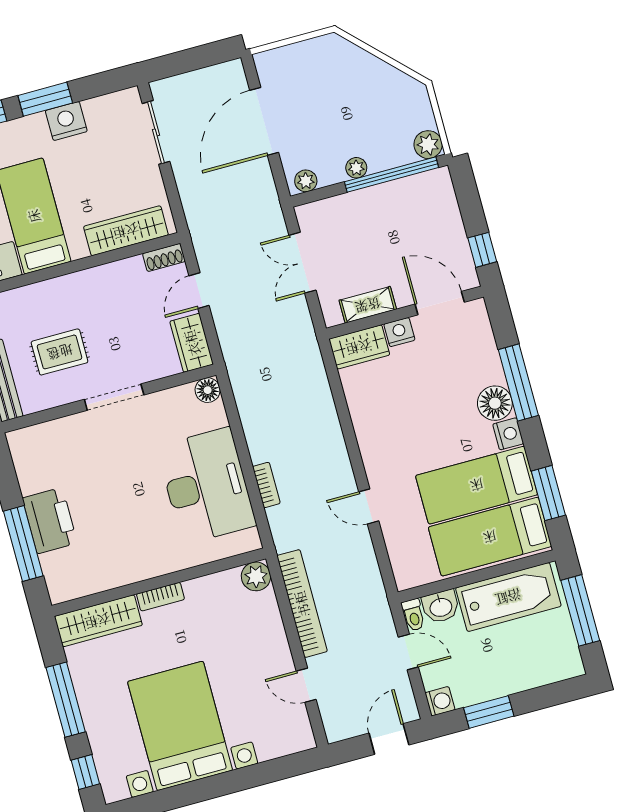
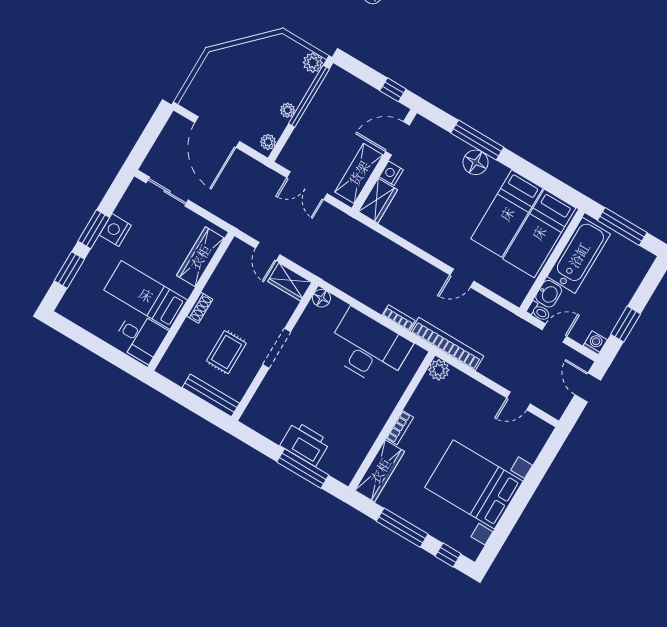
shoe rack: (164, 257) -> (200, 308), moved
shelving: (368, 305) -> (359, 173), width x1.50, depth x1.33
nightstand: (508, 434) -> (498, 172), removed
window: (548, 493) -> (548, 182), removed
bookcase: (302, 604) -> (447, 344), moved

